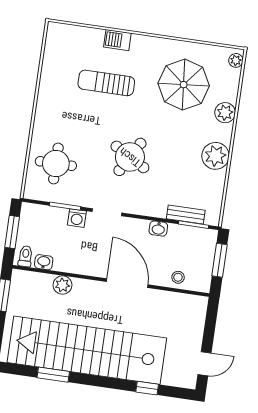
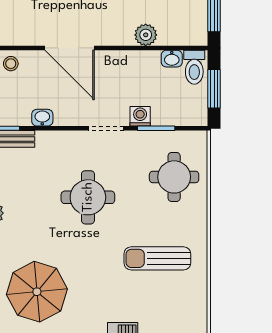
sun lounger: (106, 83) -> (157, 258), moved, turned 180
round table: (130, 157) -> (88, 197), turned -30
toilet: (25, 256) -> (194, 67), width x1.37, depth x1.39

